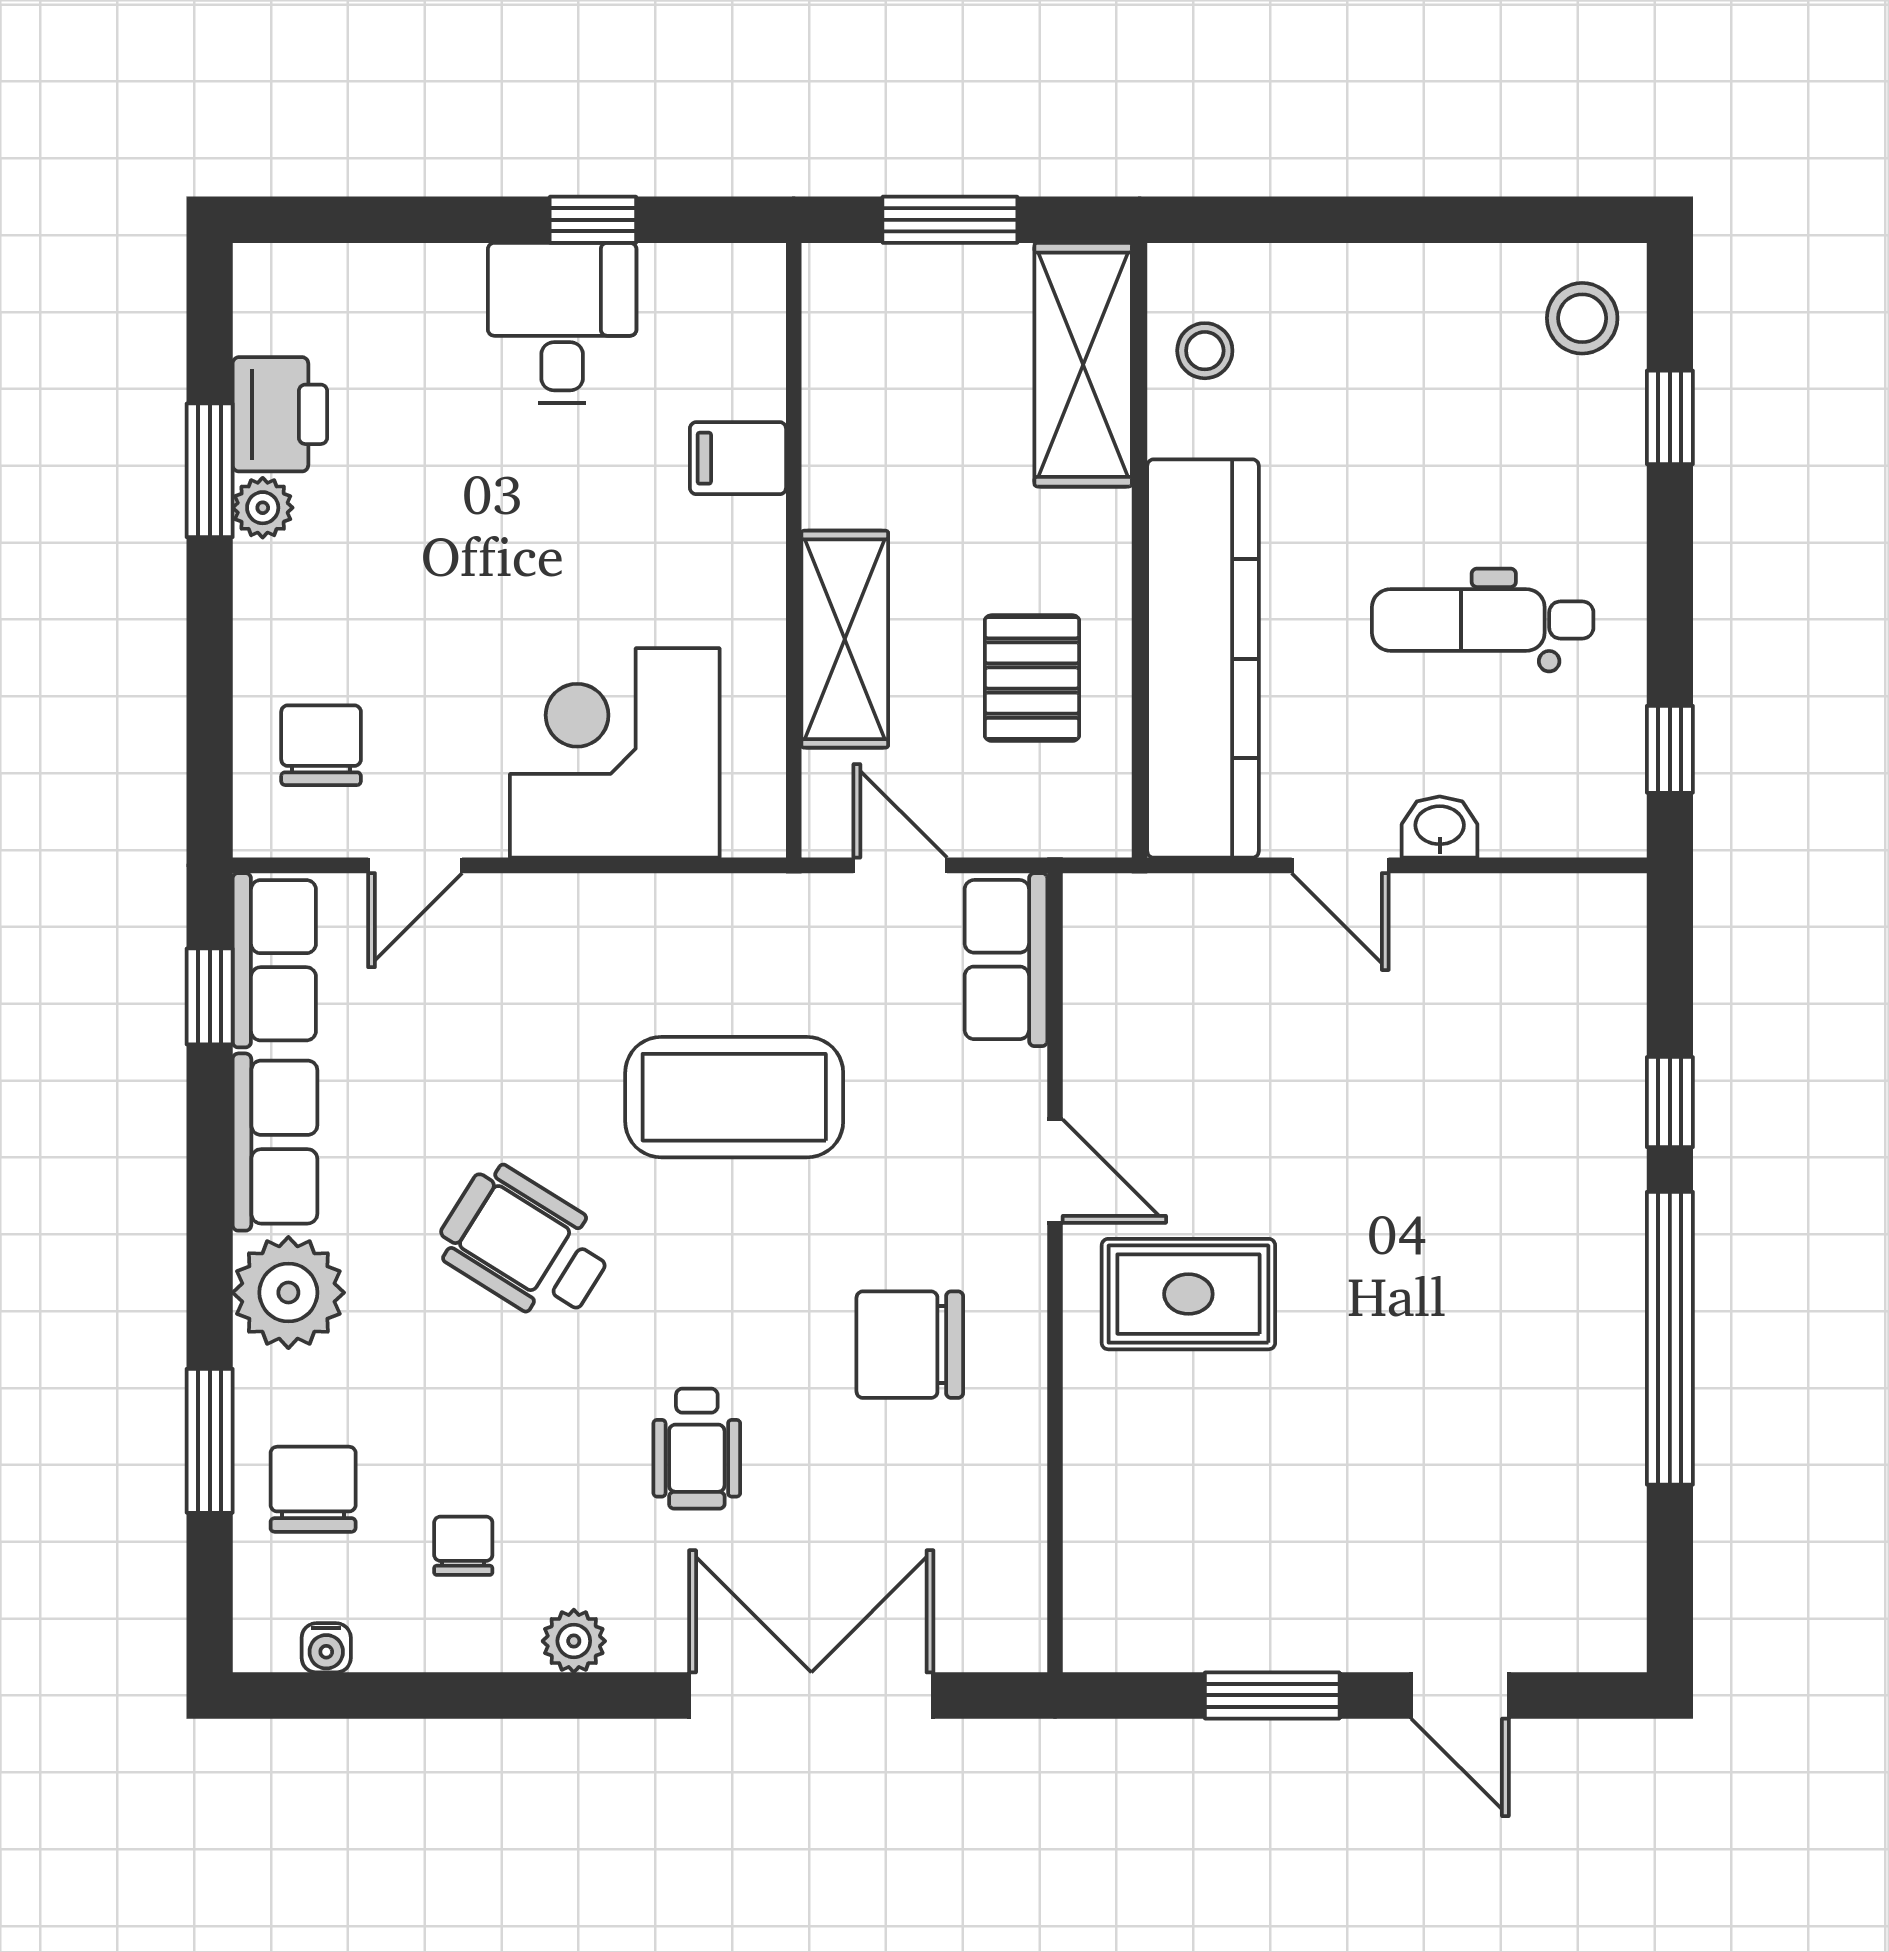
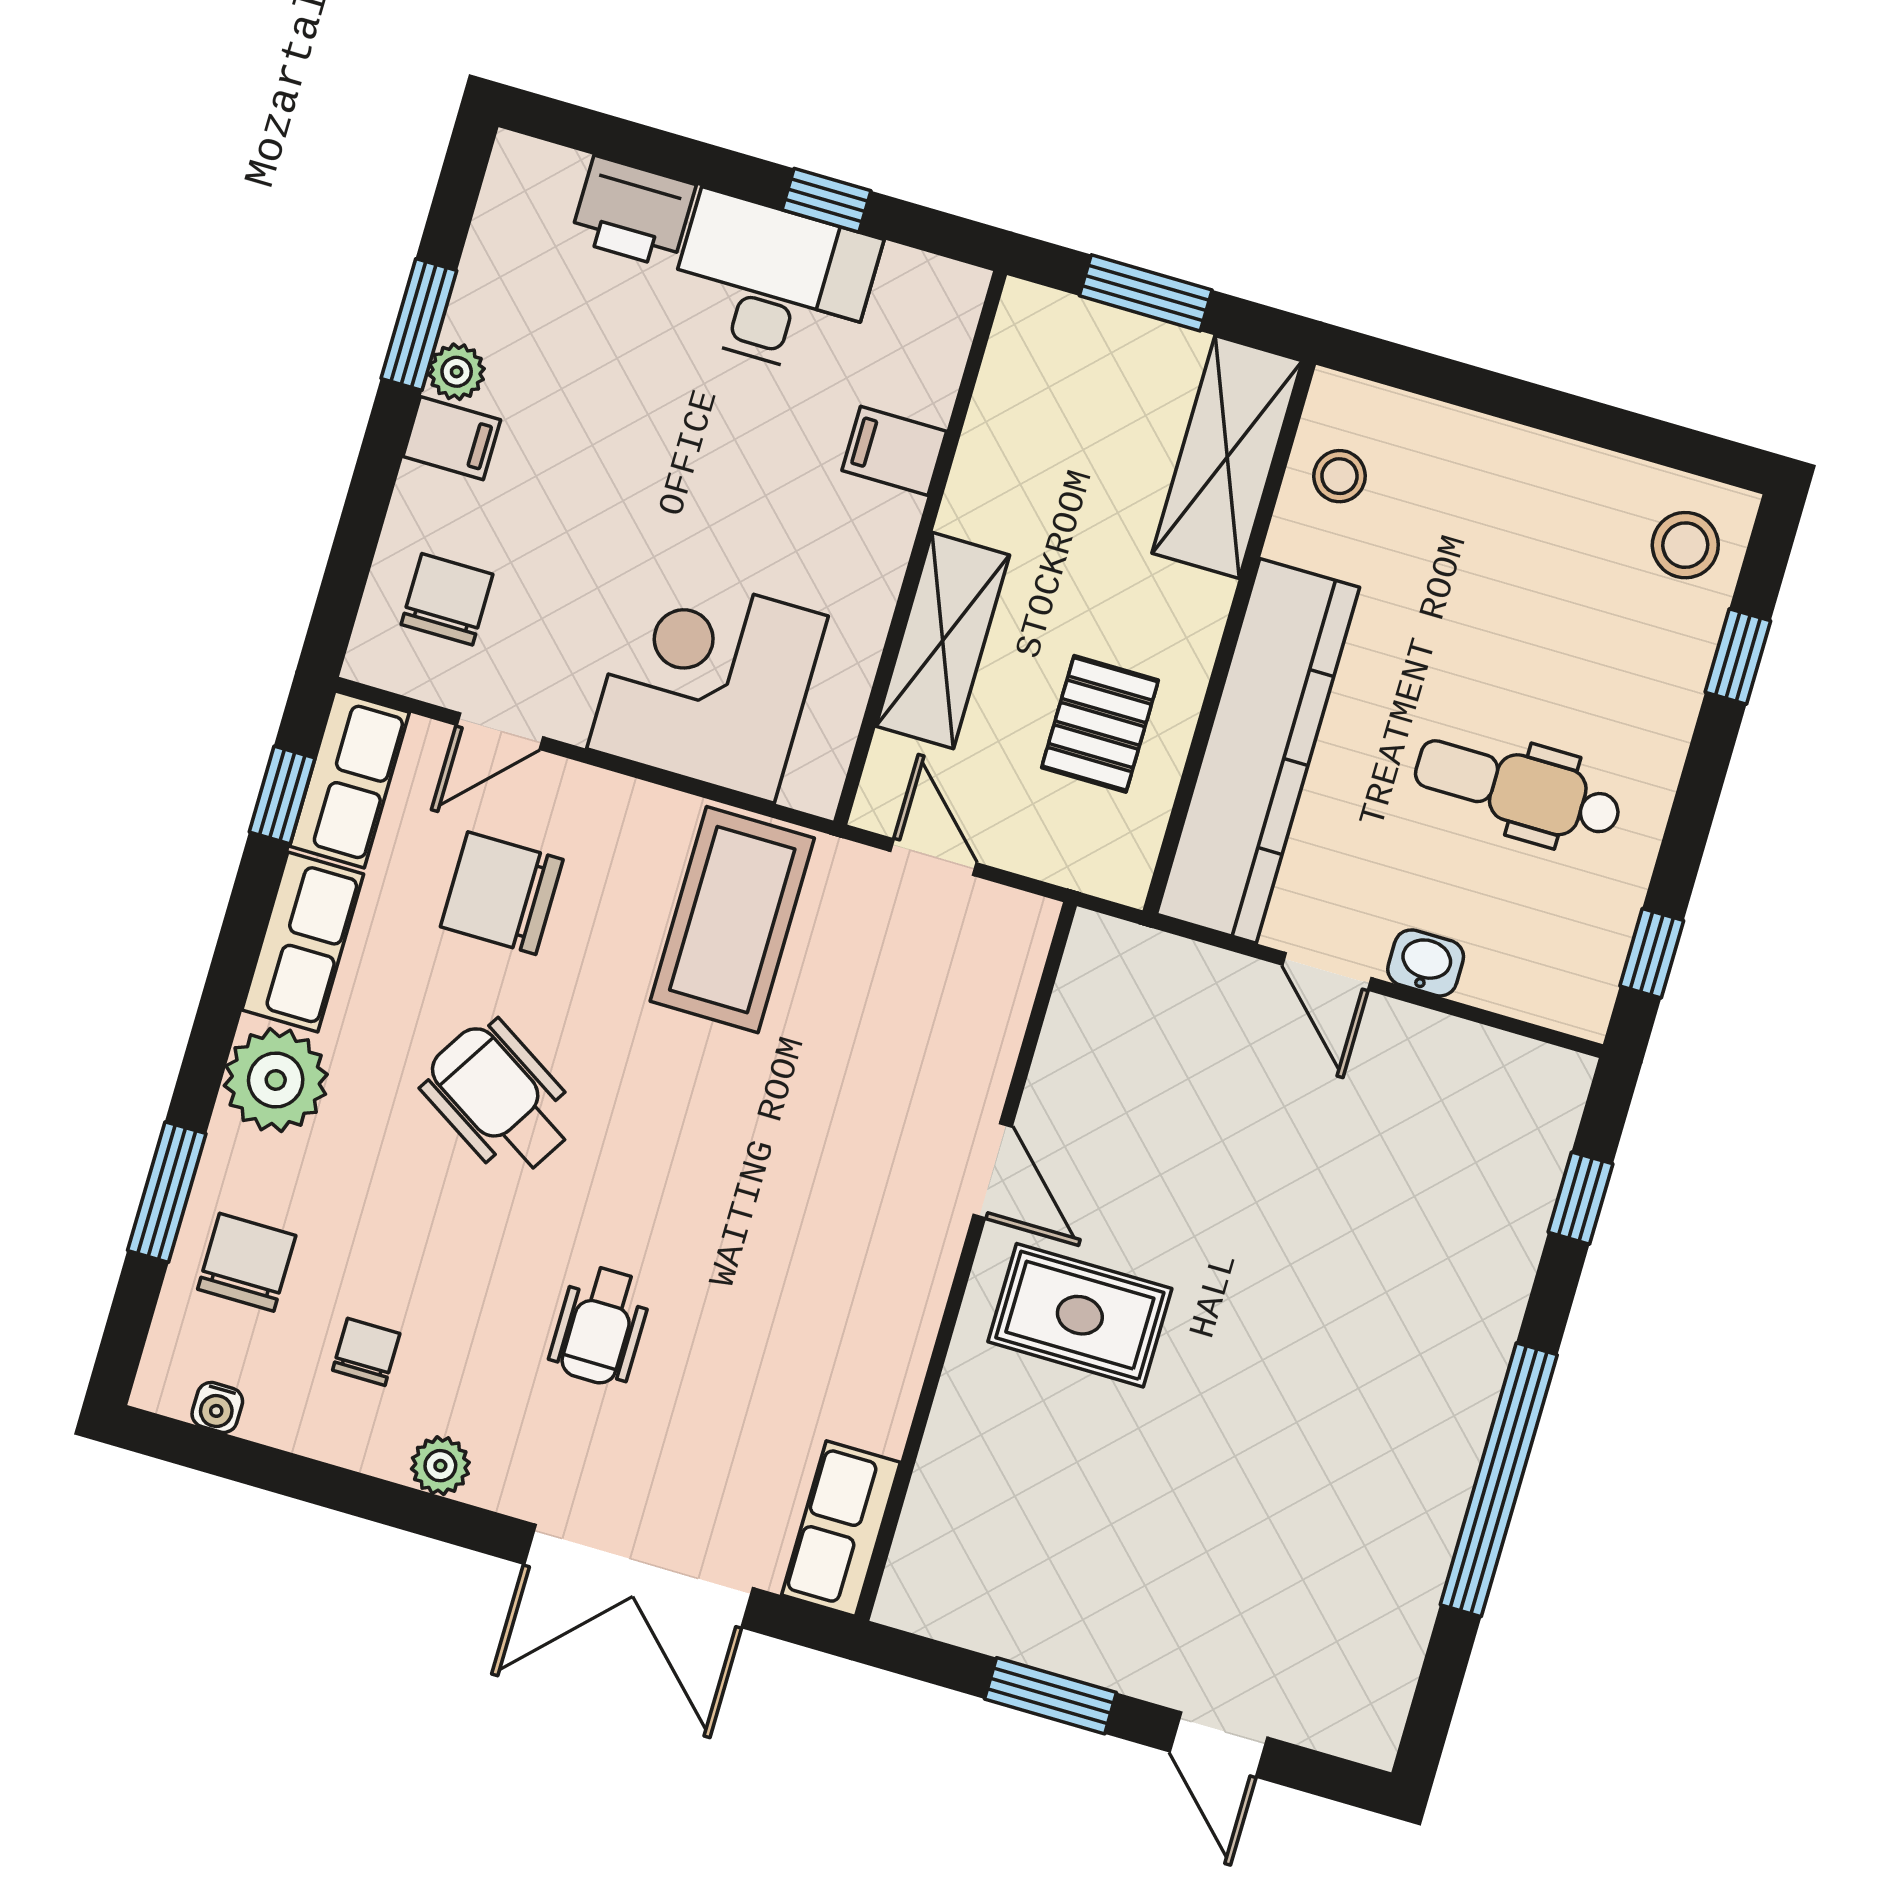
desk: (562, 323) -> (772, 284), width x1.37
printer: (280, 414) -> (633, 212), moved, turned 90
filing cabinet: (278, 578) -> (452, 438), added
row of seats: (1006, 960) -> (841, 1529), moved
coffee table: (734, 1097) -> (732, 920), moved, turned 90
window: (1670, 1102) -> (1581, 1198), moved
chair: (910, 1345) -> (502, 893), moved
double door: (811, 1695) -> (638, 1576), swing flipped

